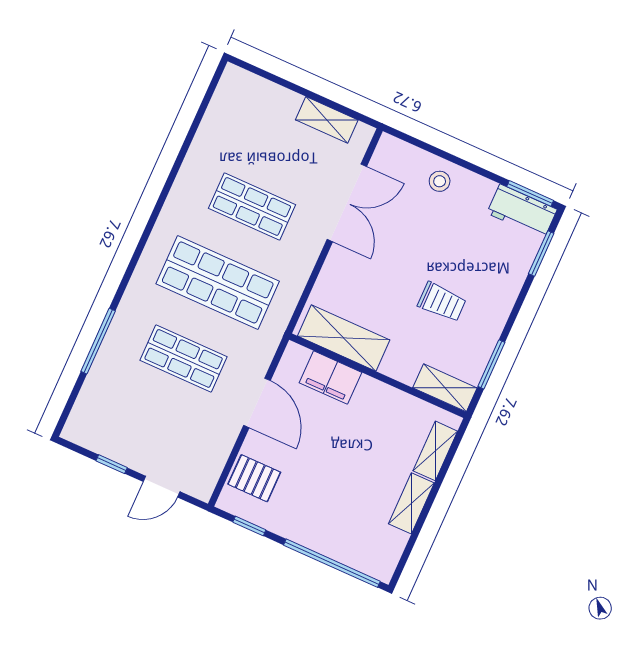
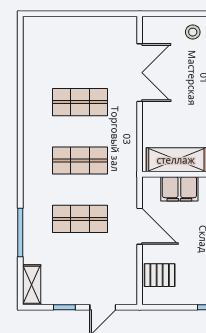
shelving: (327, 120) -> (32, 285), moved, turned 90
shop shelf: (218, 282) -> (80, 161), width x0.70, depth x0.74
window: (249, 526) -> (170, 307), removed

